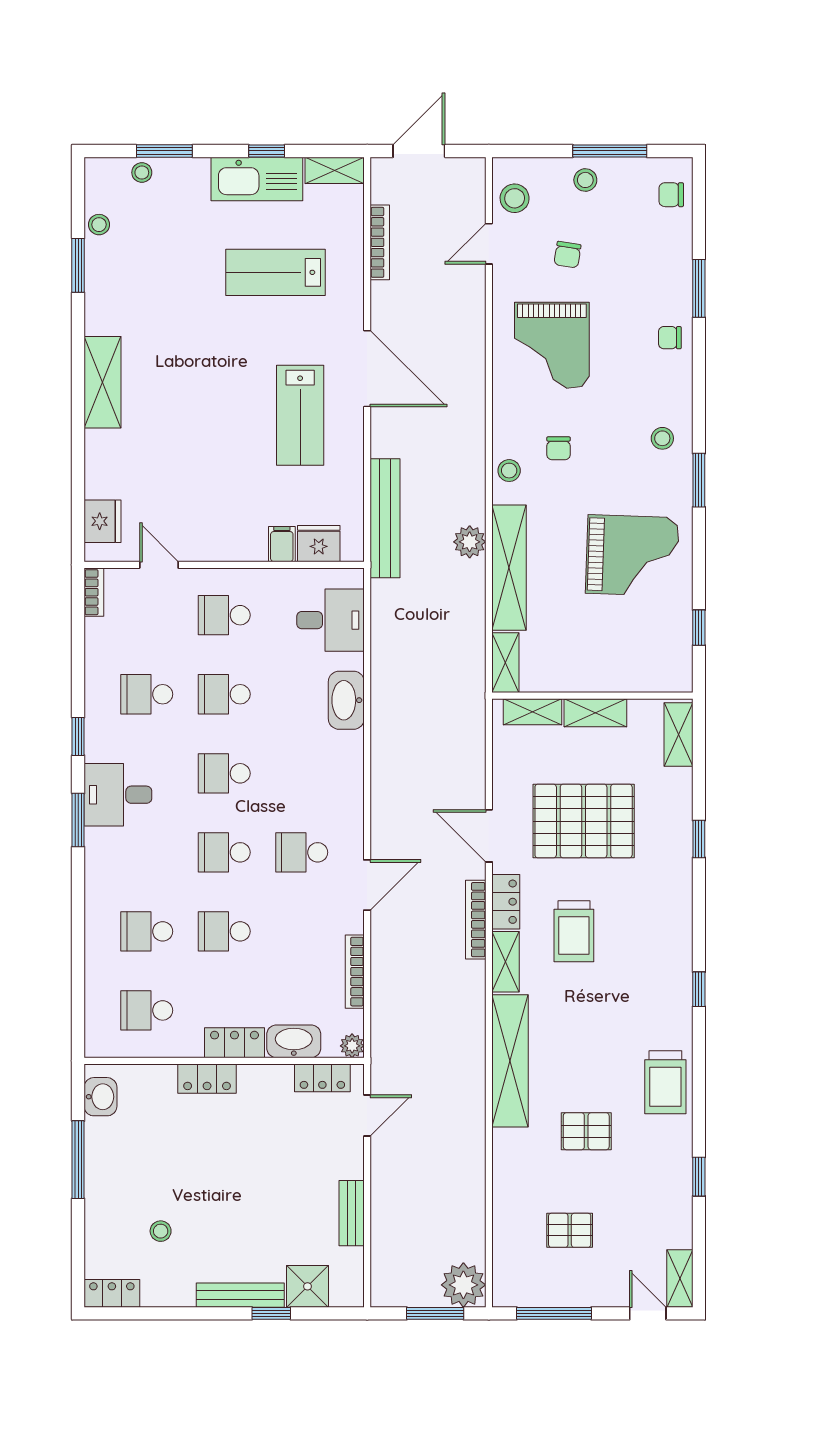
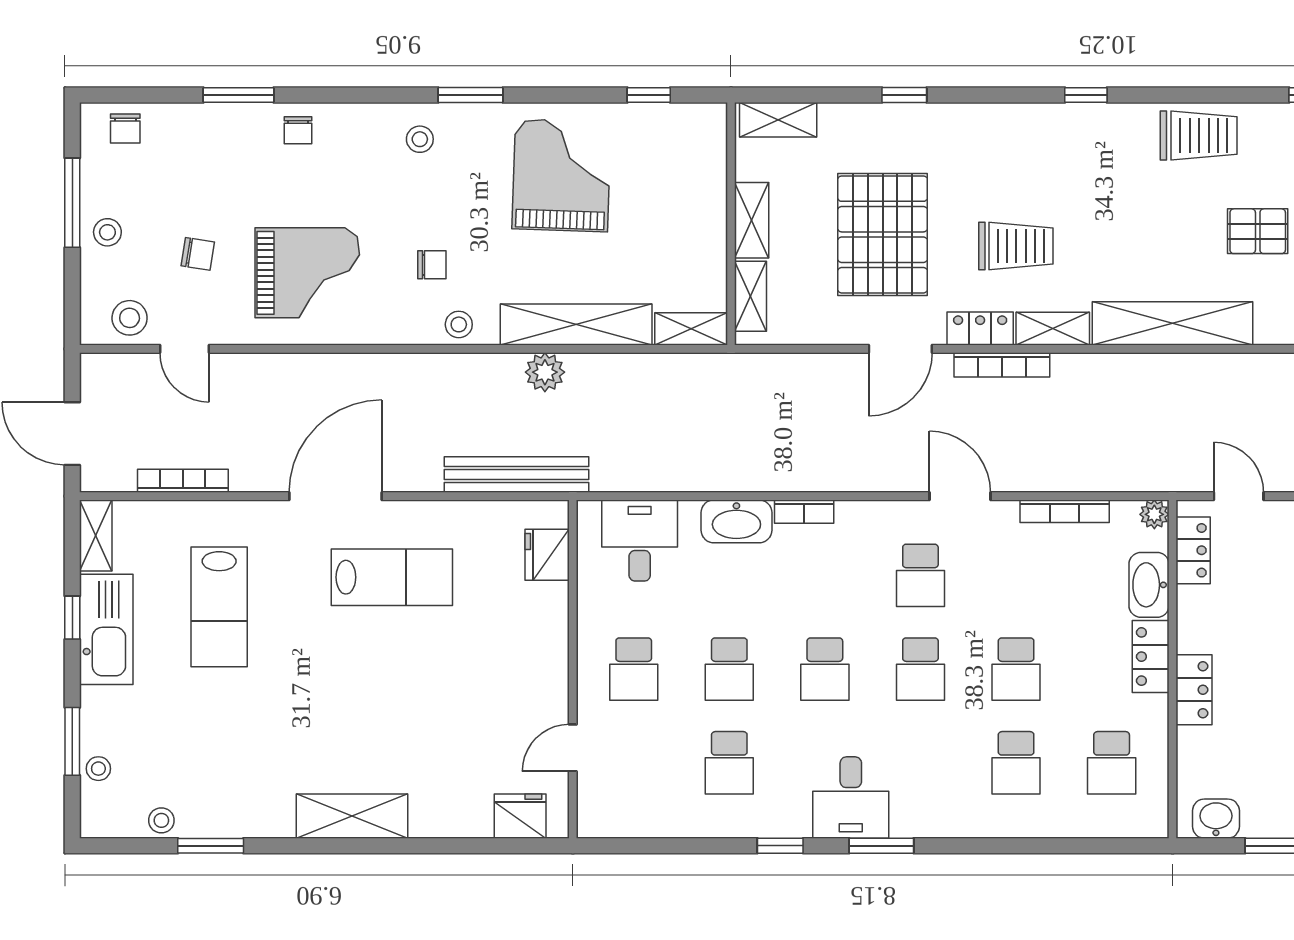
filing cabinet: (282, 544) -> (548, 599), removed
bookcase: (94, 592) -> (804, 512), moved, turned 180
pallet: (586, 1131) -> (1258, 231), turned 90

